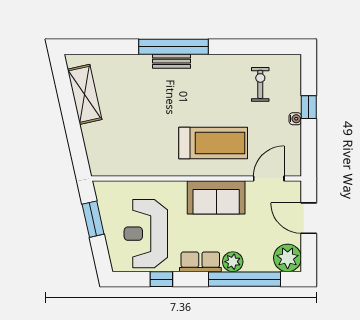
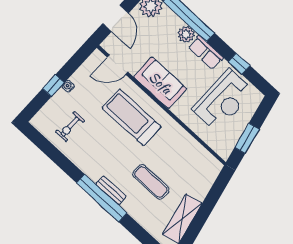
exercise mat: (143, 101) -> (151, 182), added

